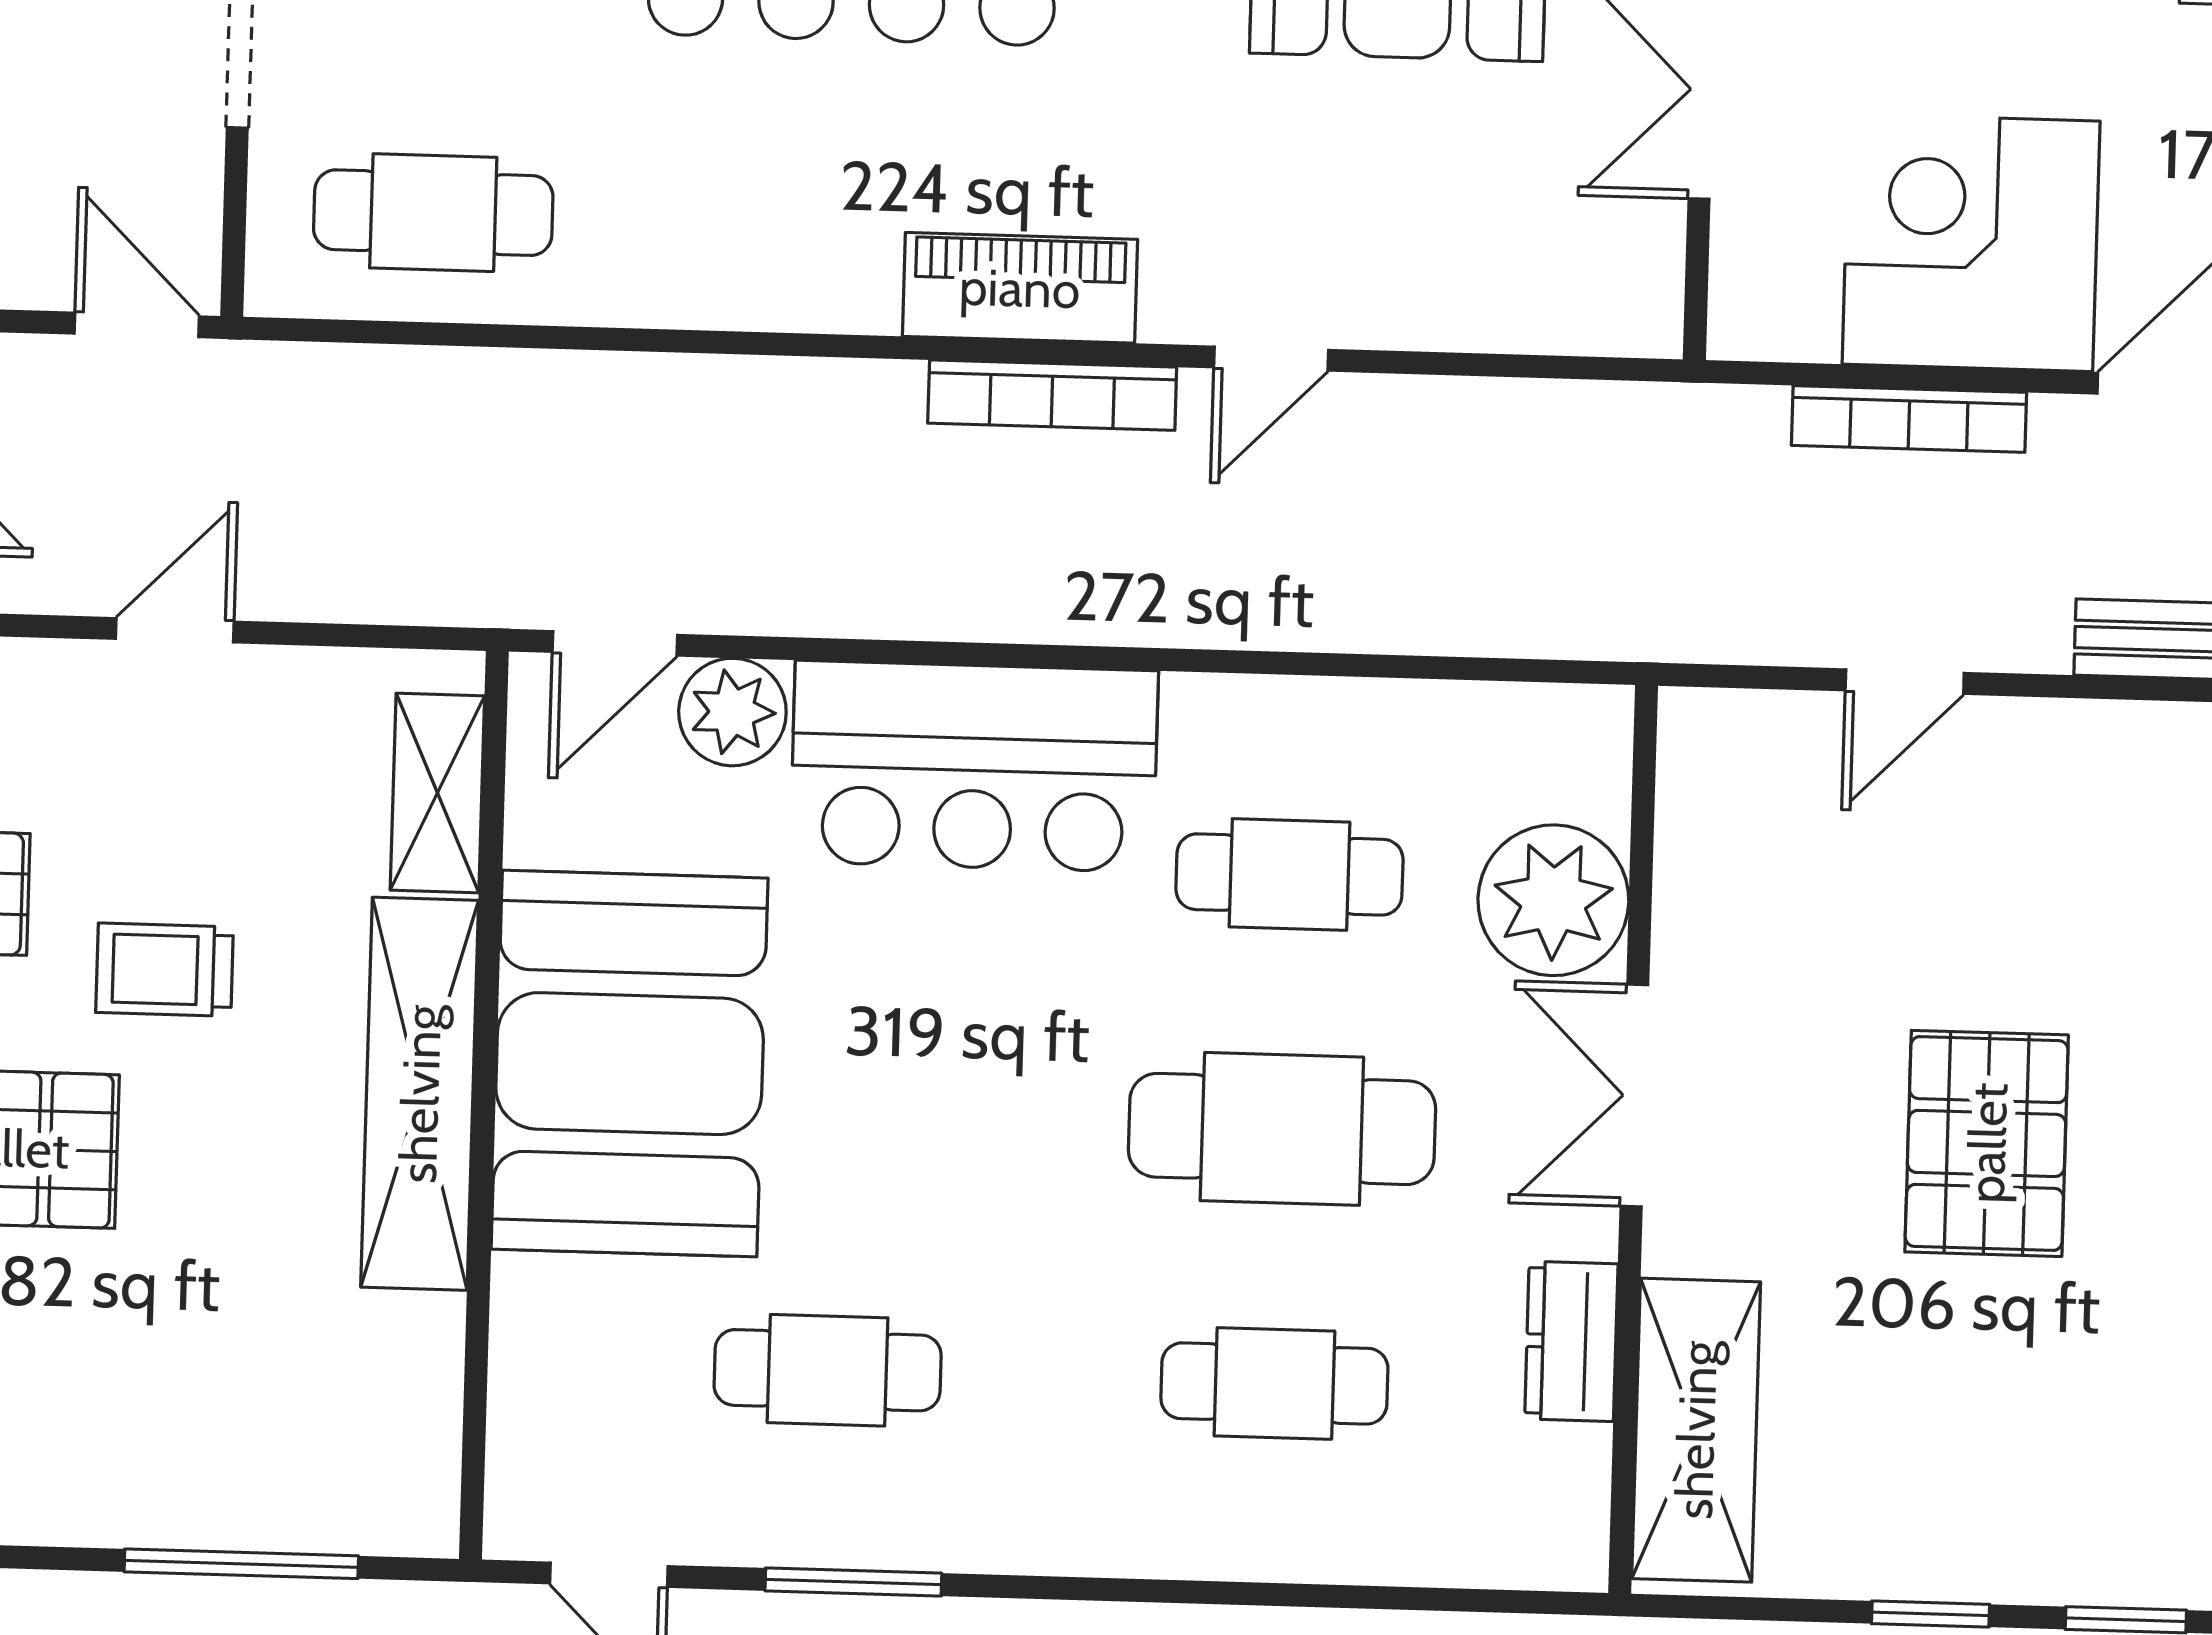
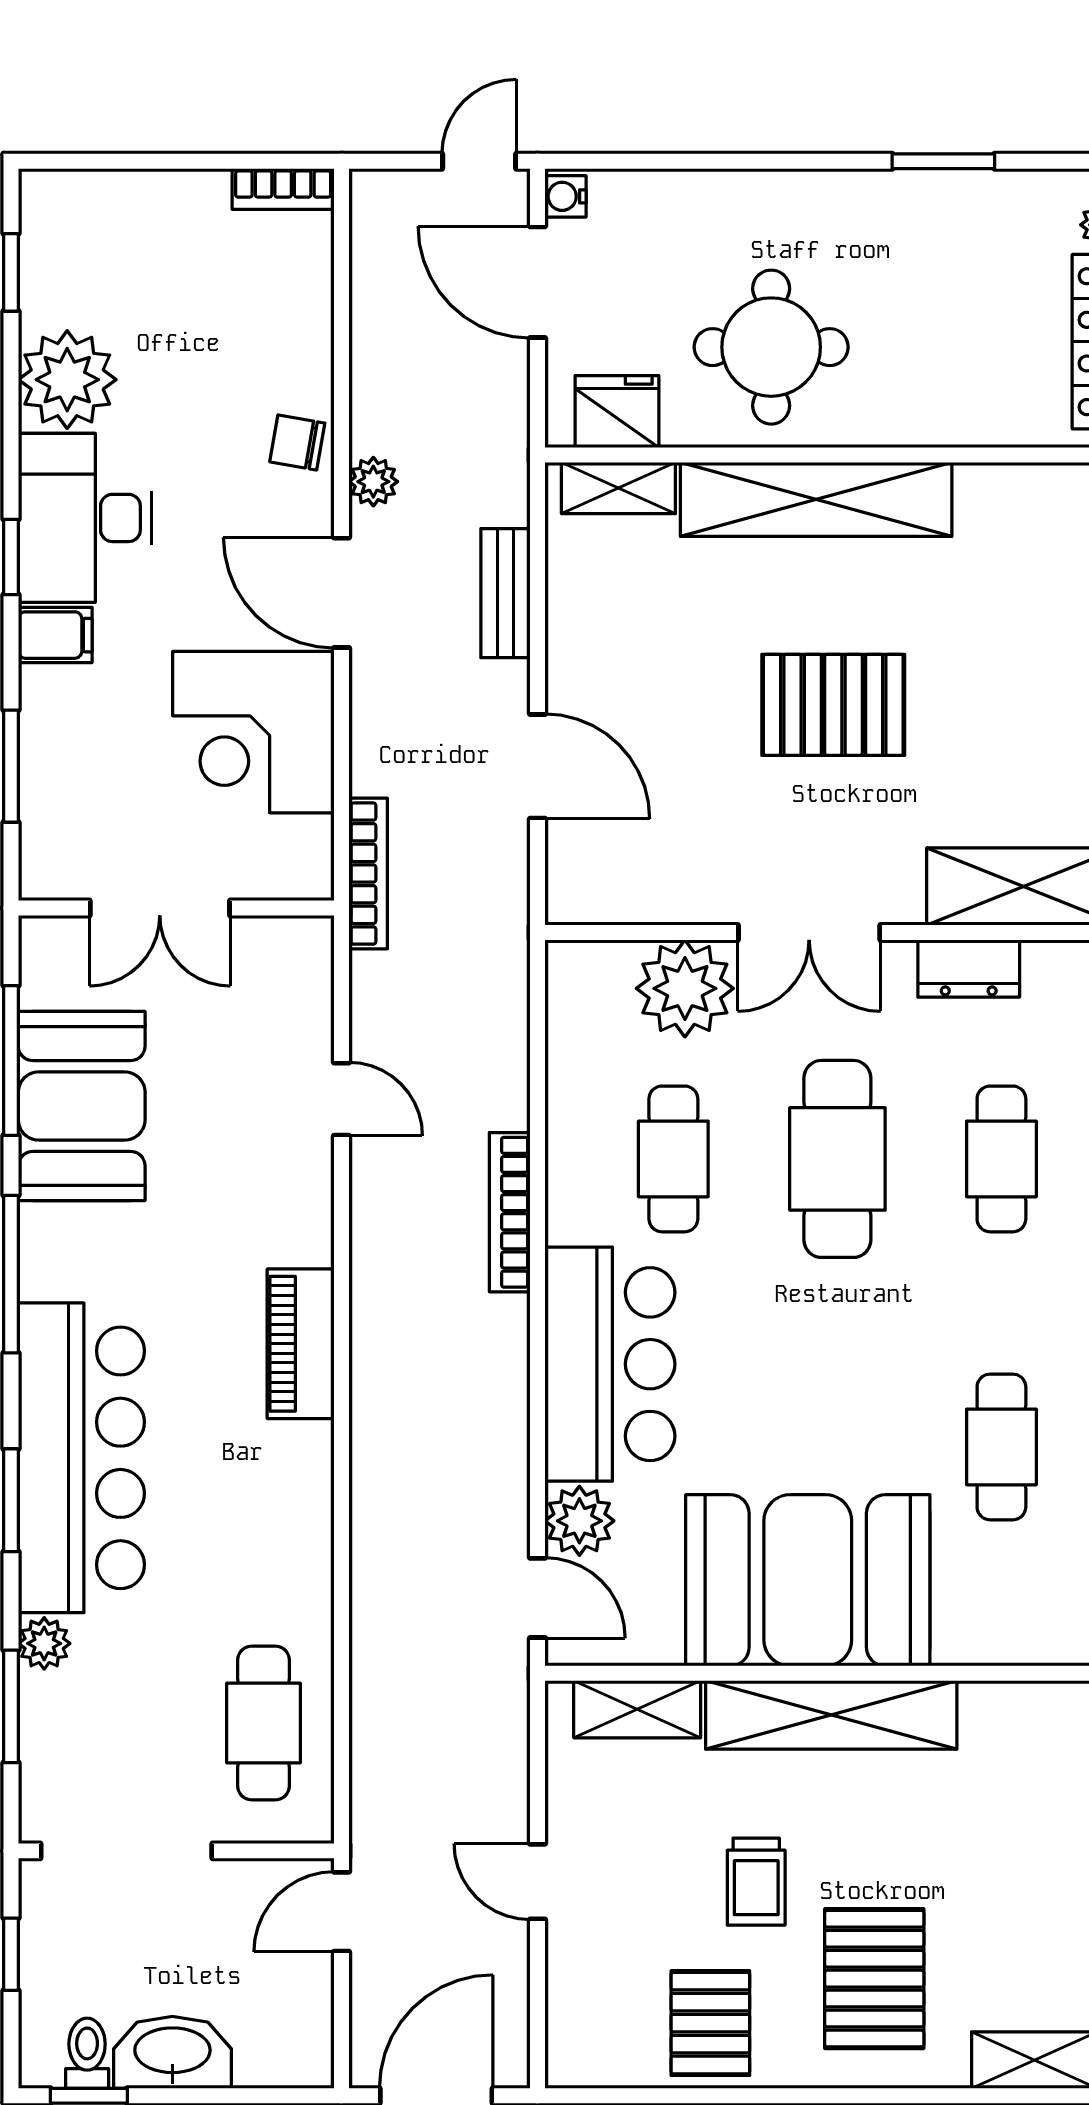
door: (1271, 359) -> (342, 1099), moved
bookcase: (1052, 395) -> (510, 1212), moved, turned 180
bookcase: (1909, 419) -> (368, 874), moved
door: (1905, 682) -> (537, 766), width x1.38

